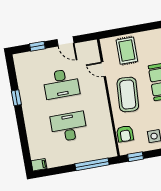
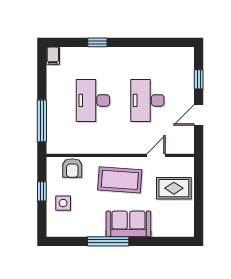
window: (16, 98) -> (97, 42), moved
desk: (69, 127) -> (93, 100), turned 180
armchair: (125, 134) -> (72, 168), turned -90
window: (135, 157) -> (42, 191), moved

